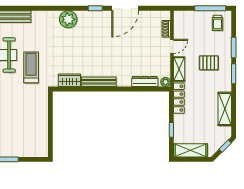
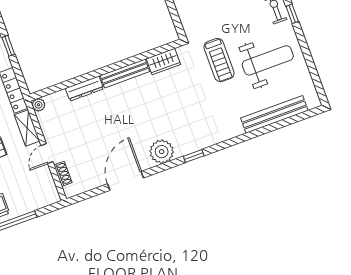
window: (95, 8) -> (194, 156), moved
plant: (68, 19) -> (162, 152), moved
dresser: (145, 82) -> (84, 89), moved

